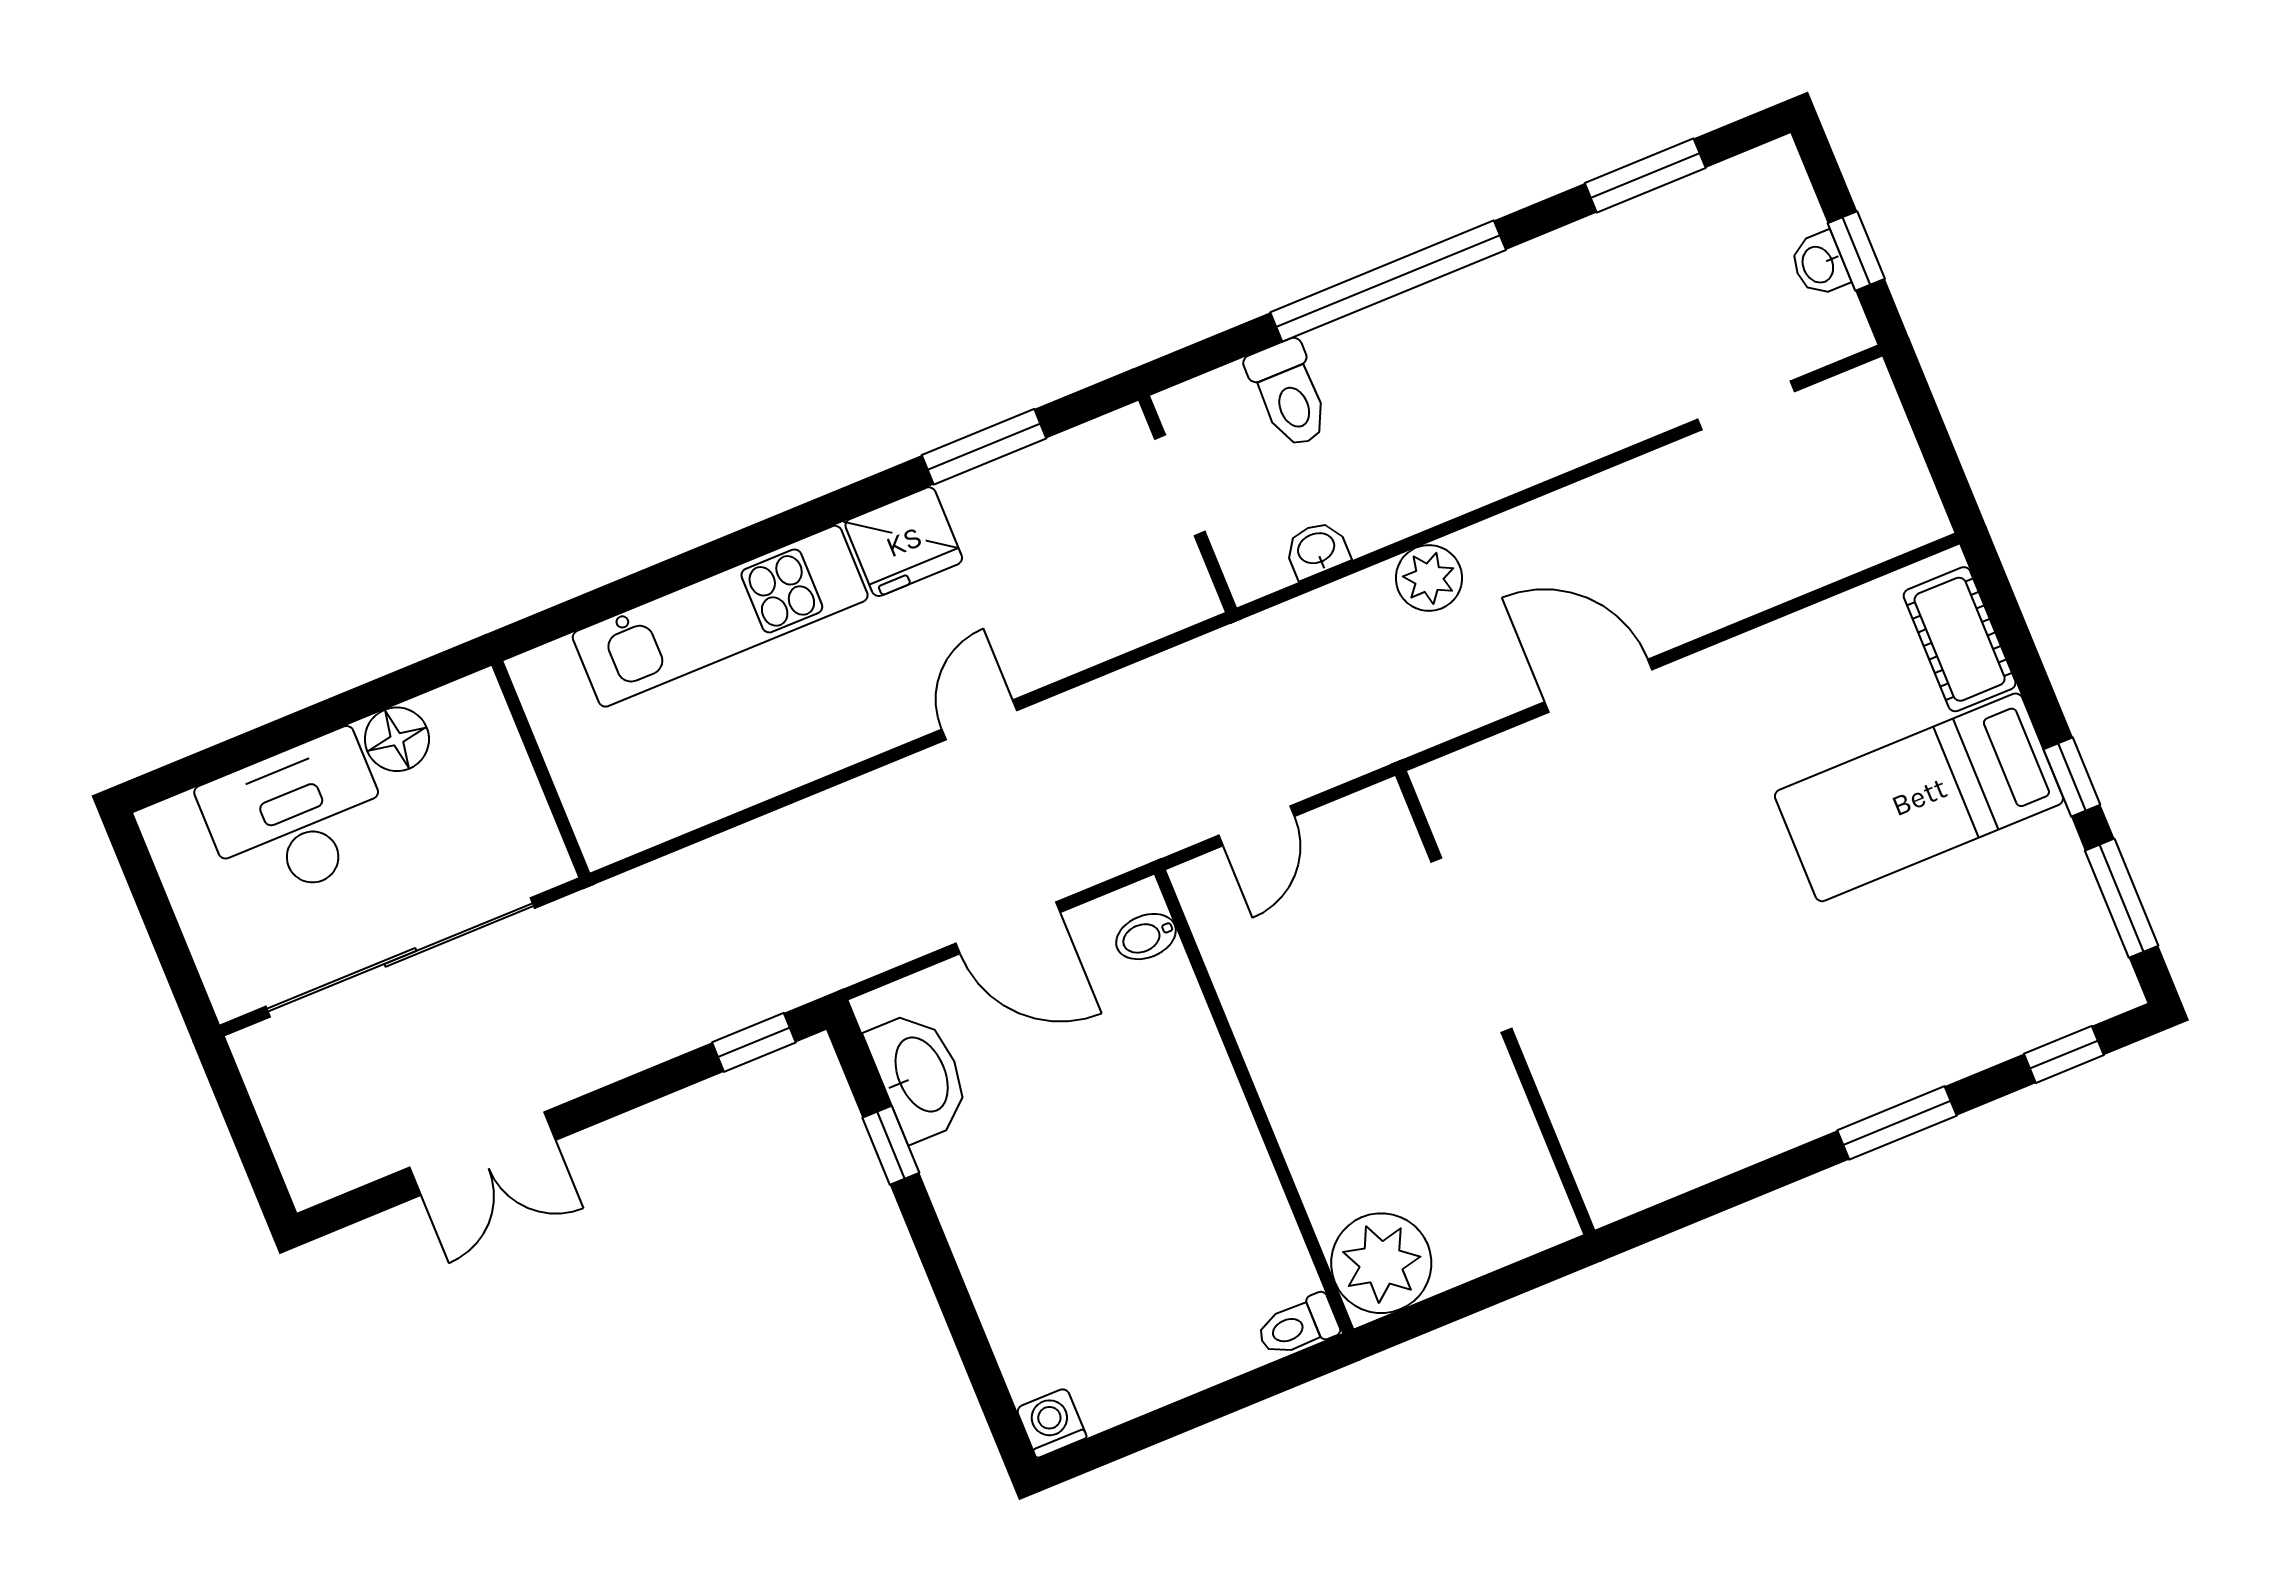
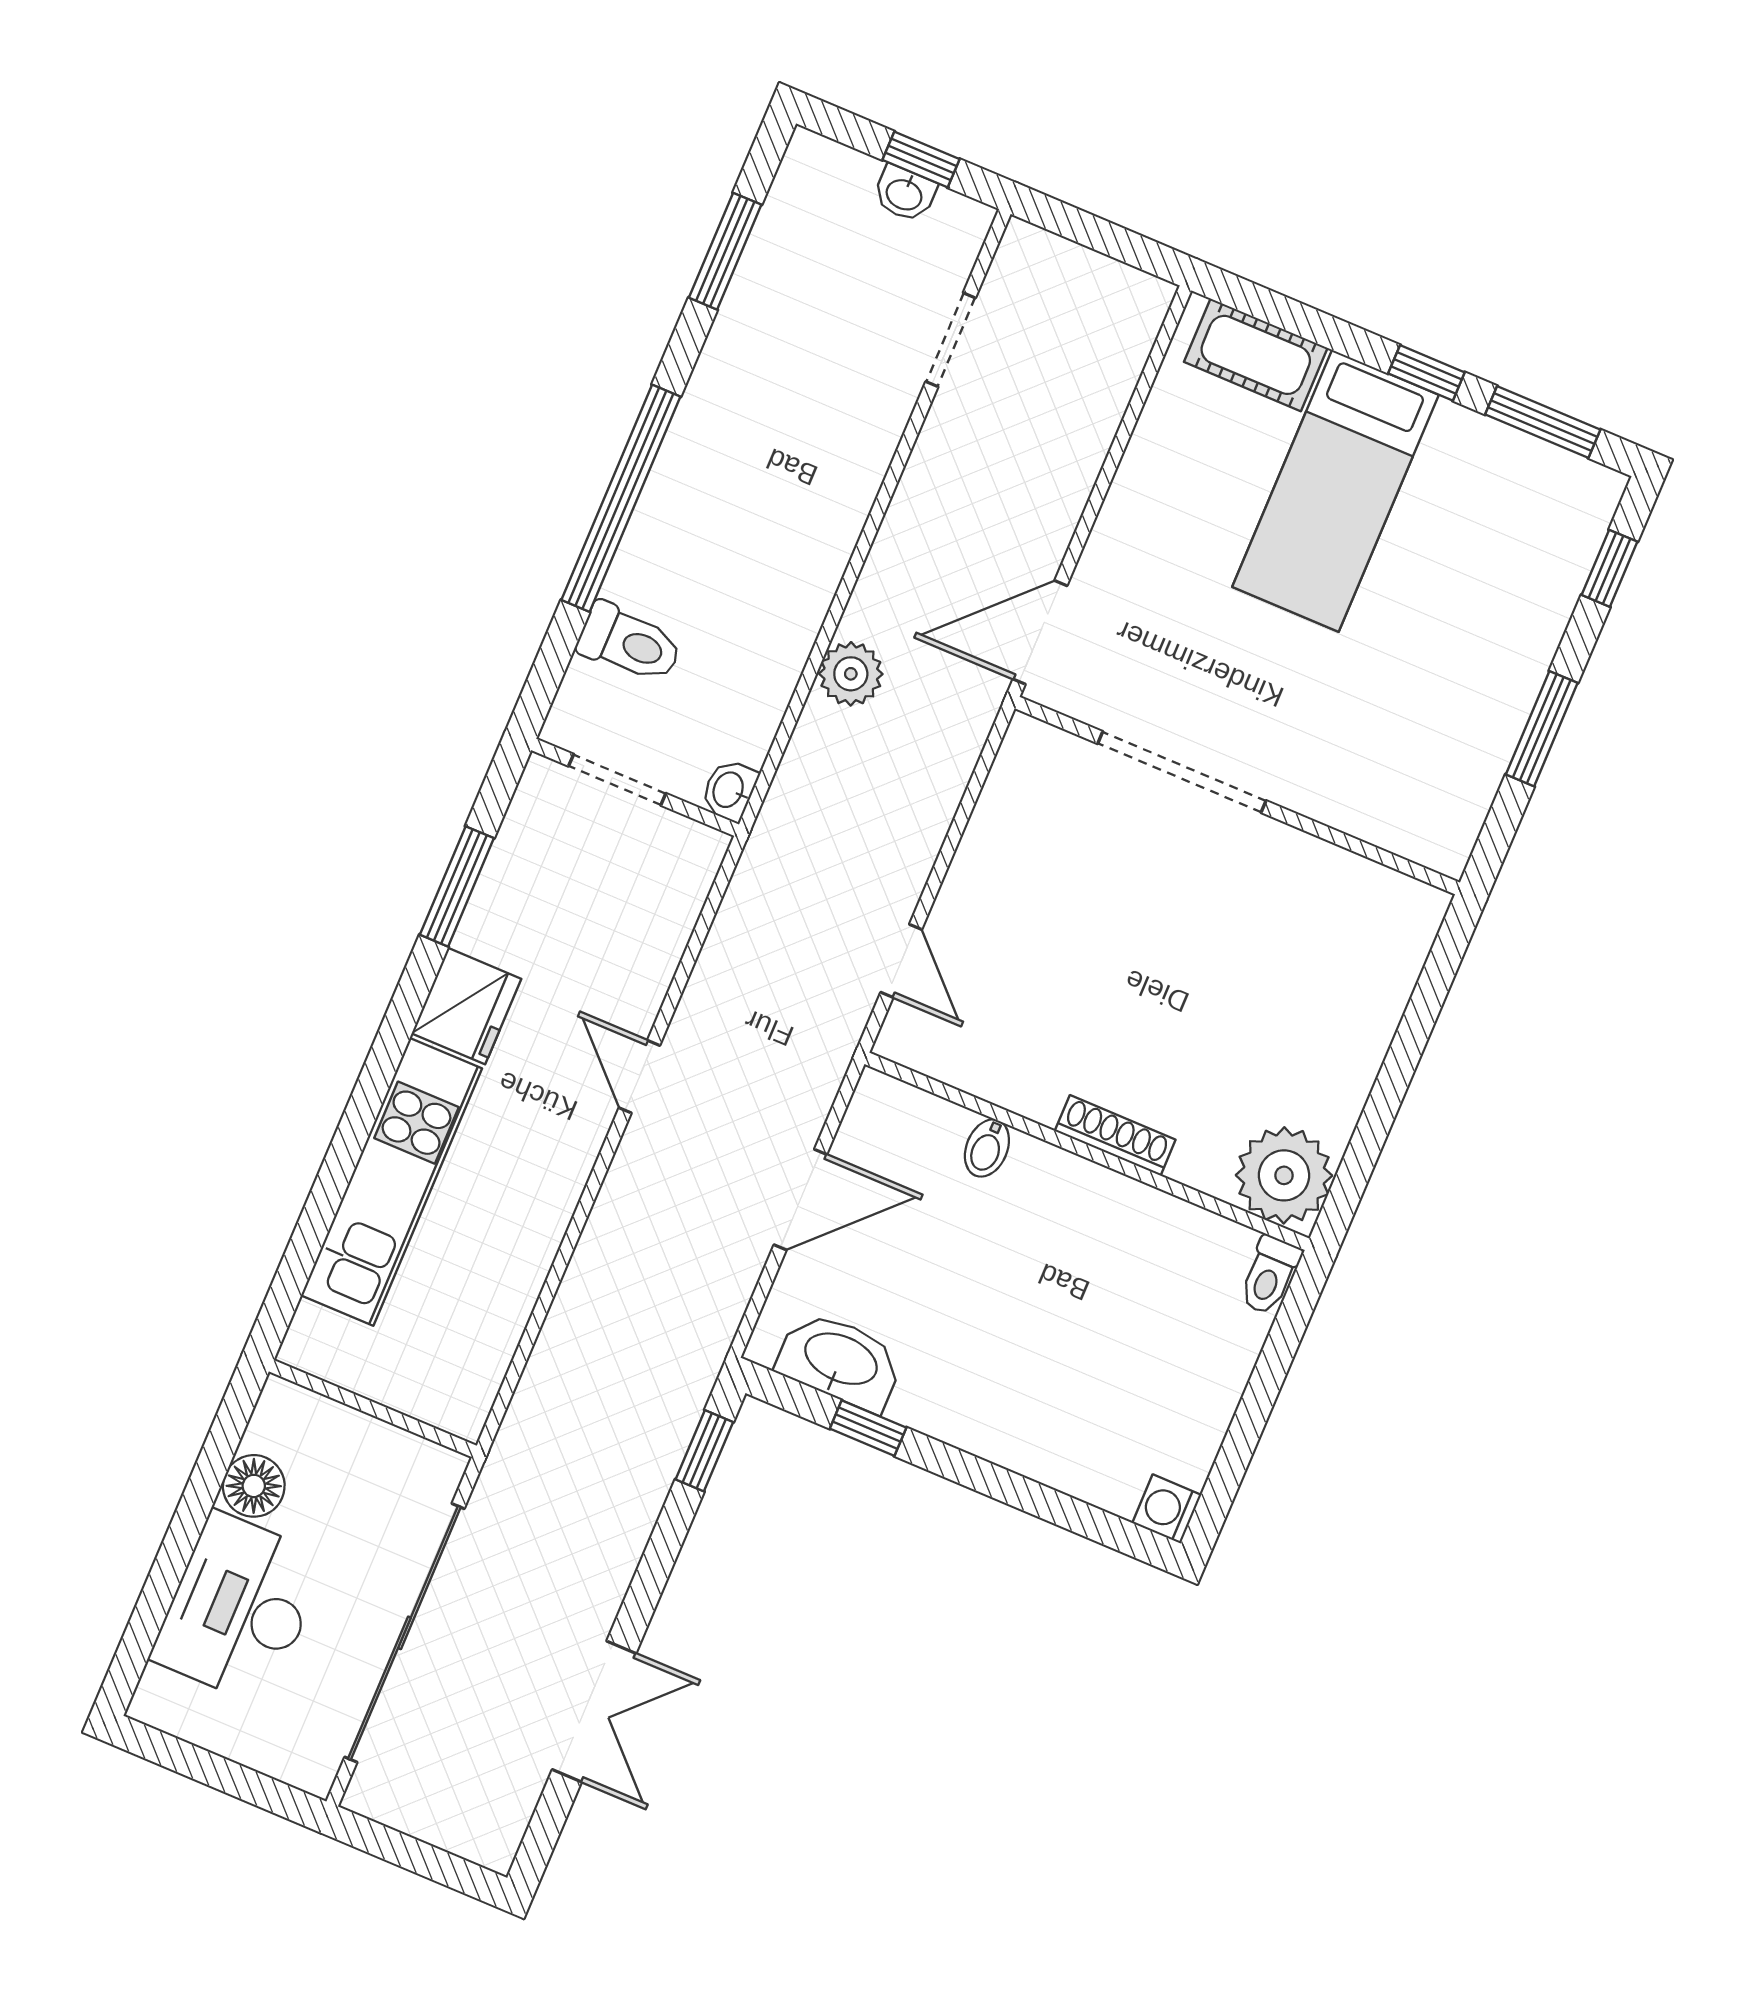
washbasin: (1317, 549) -> (729, 790), moved
bidet: (1146, 937) -> (987, 1148), moved
doorway: (1471, 945) -> (1182, 772), moved
wall: (1495, 1003) -> (1237, 795), moved
shoe rack: (1286, 1110) -> (1115, 1135), added

